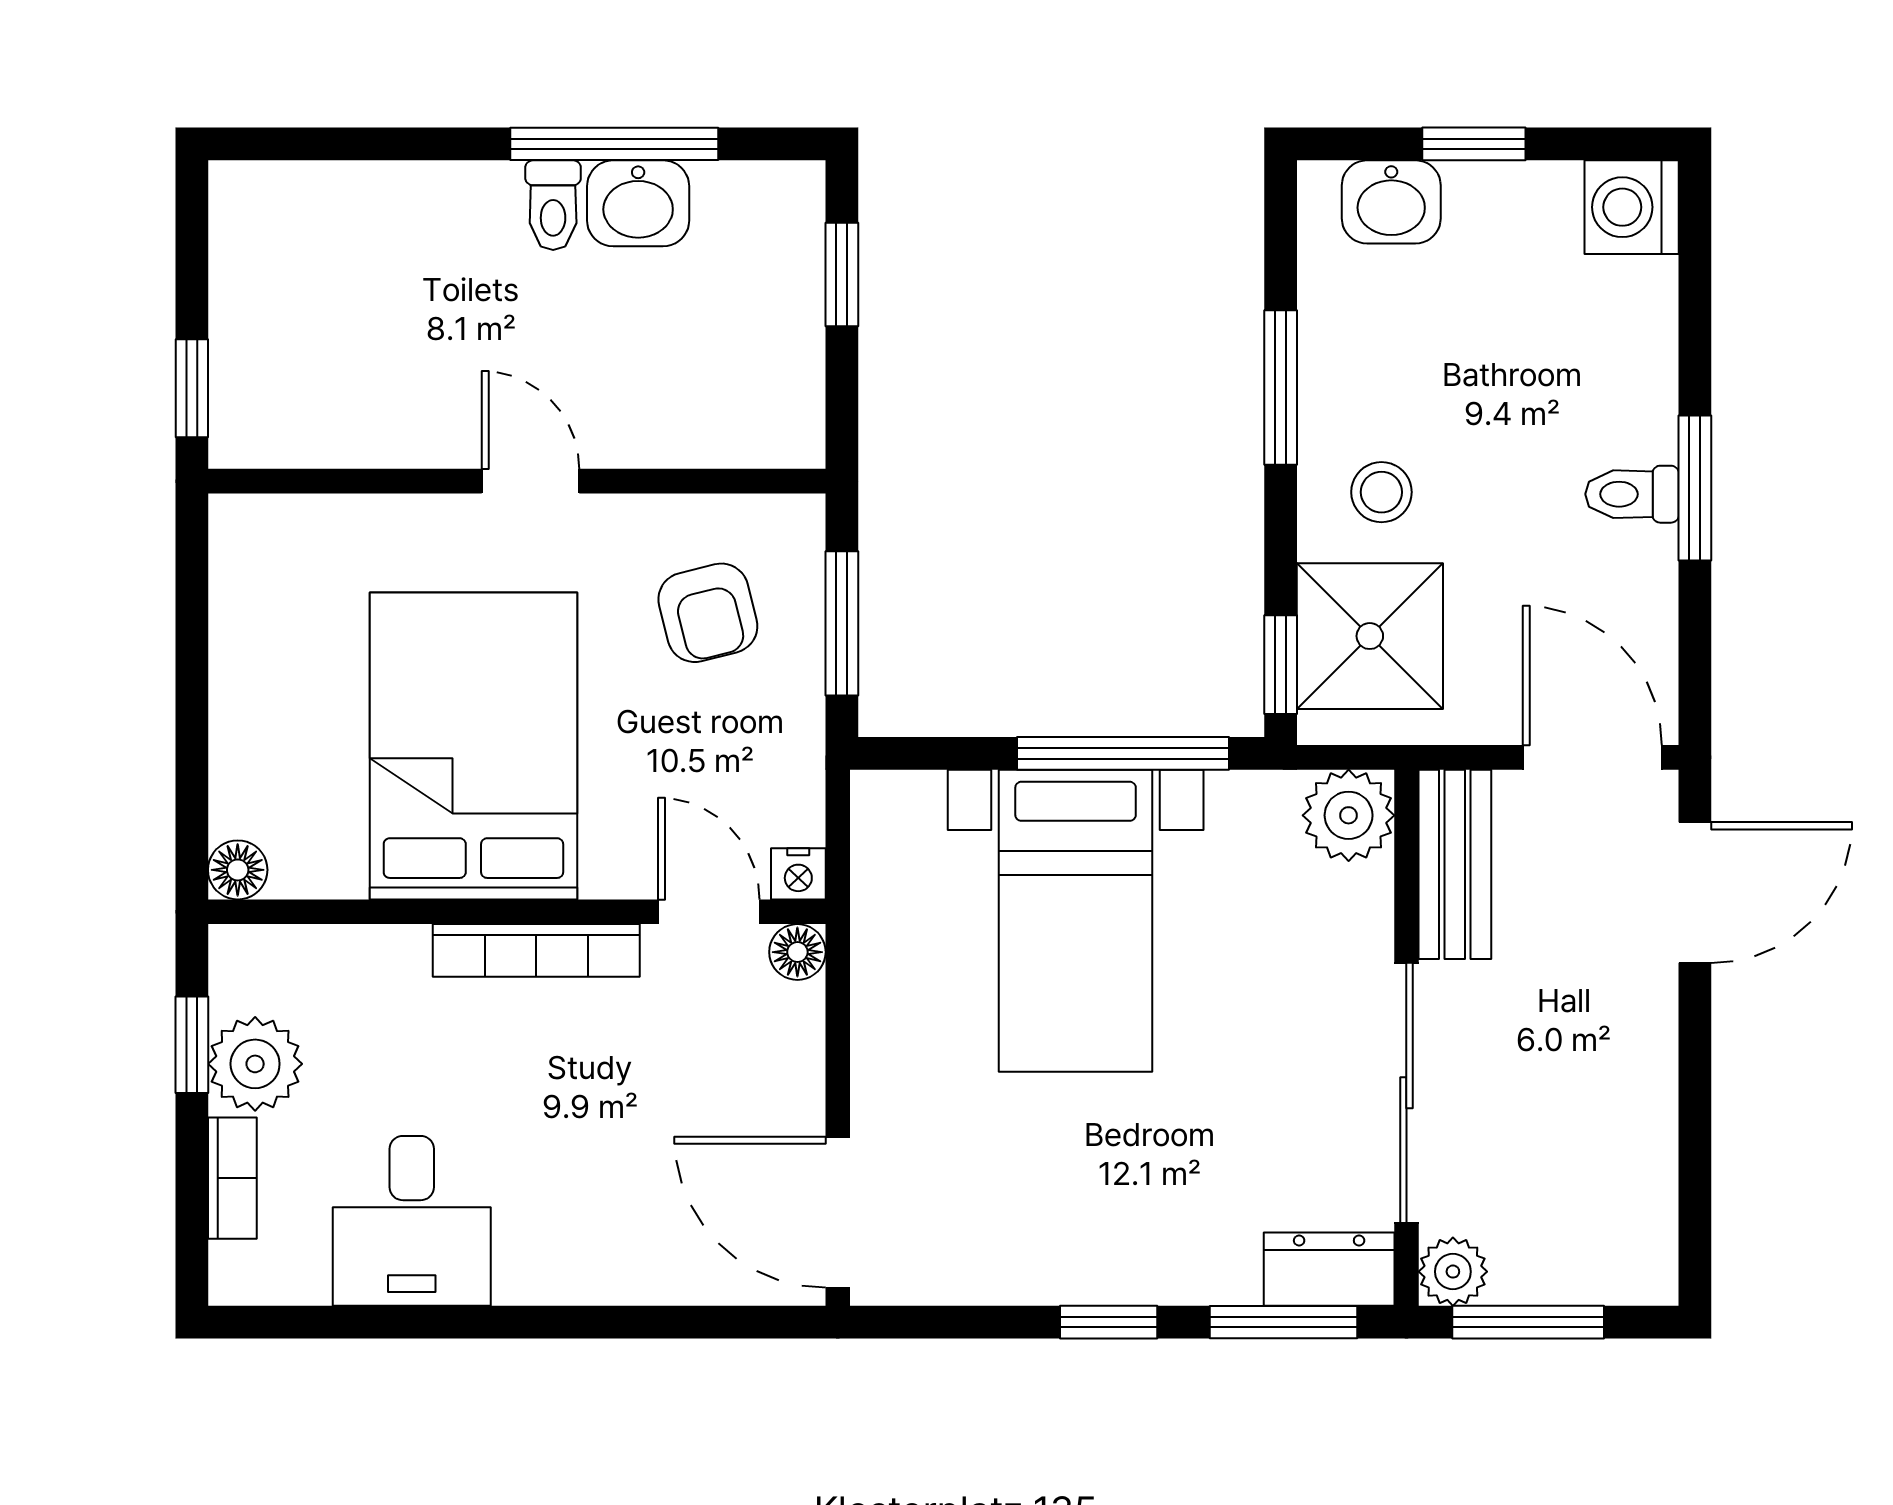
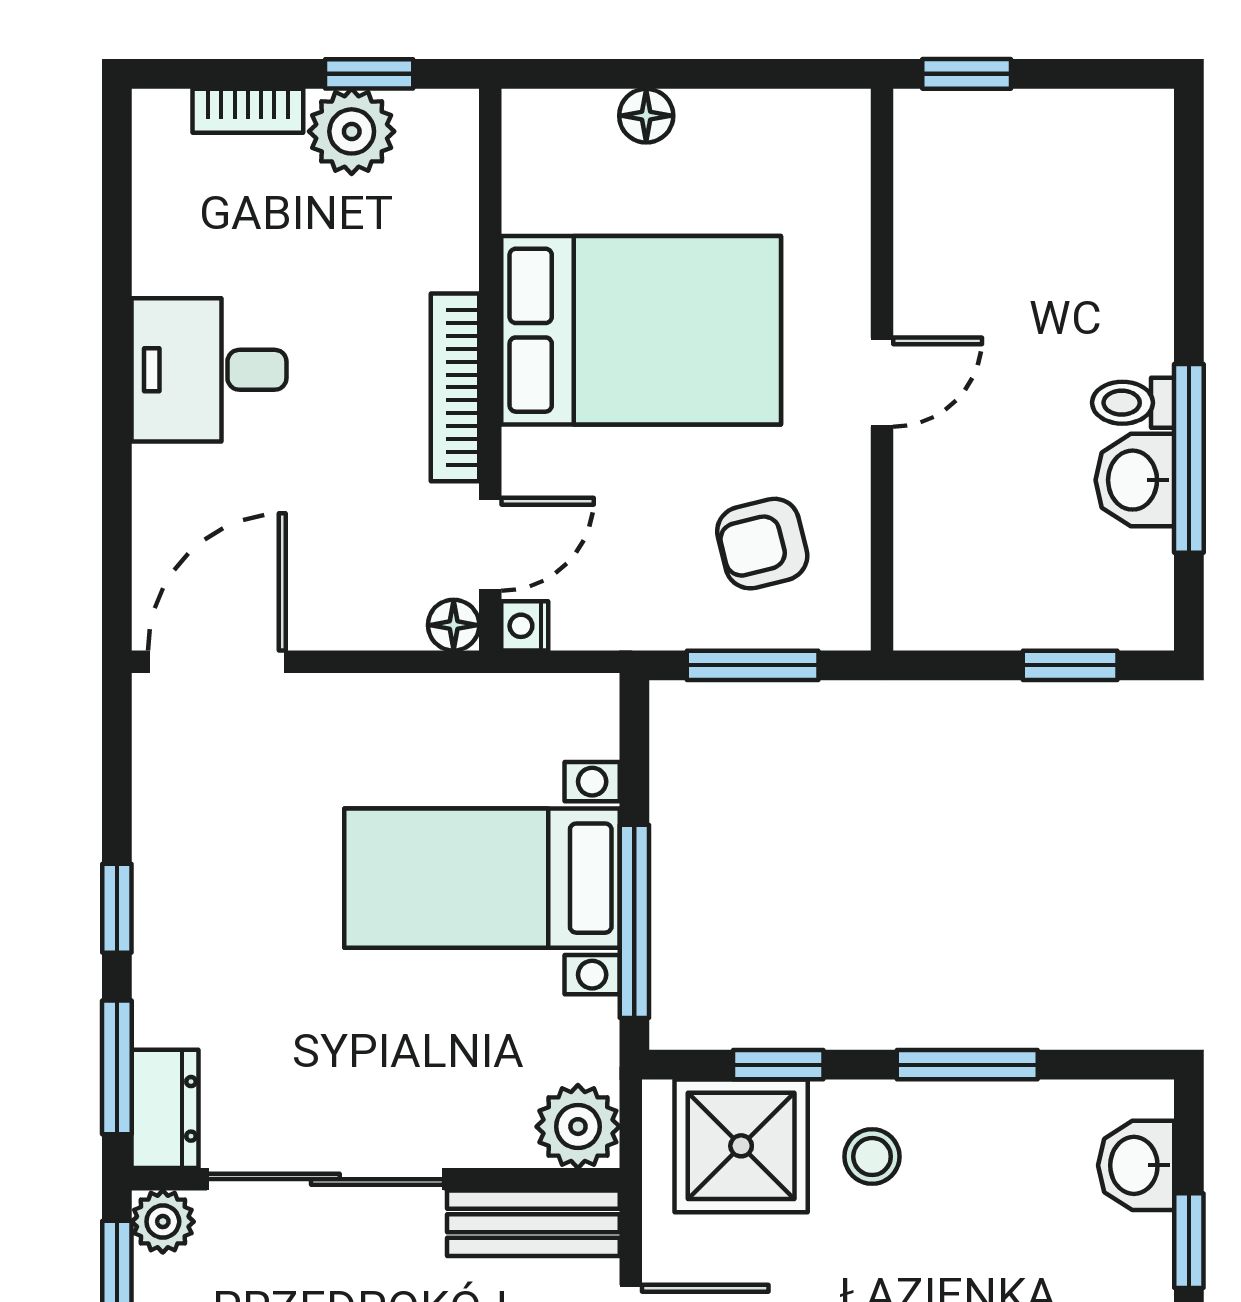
window: (1281, 665) -> (778, 1065), moved
floor lamp: (238, 870) -> (646, 116), moved
desk: (412, 1221) -> (209, 370), moved

